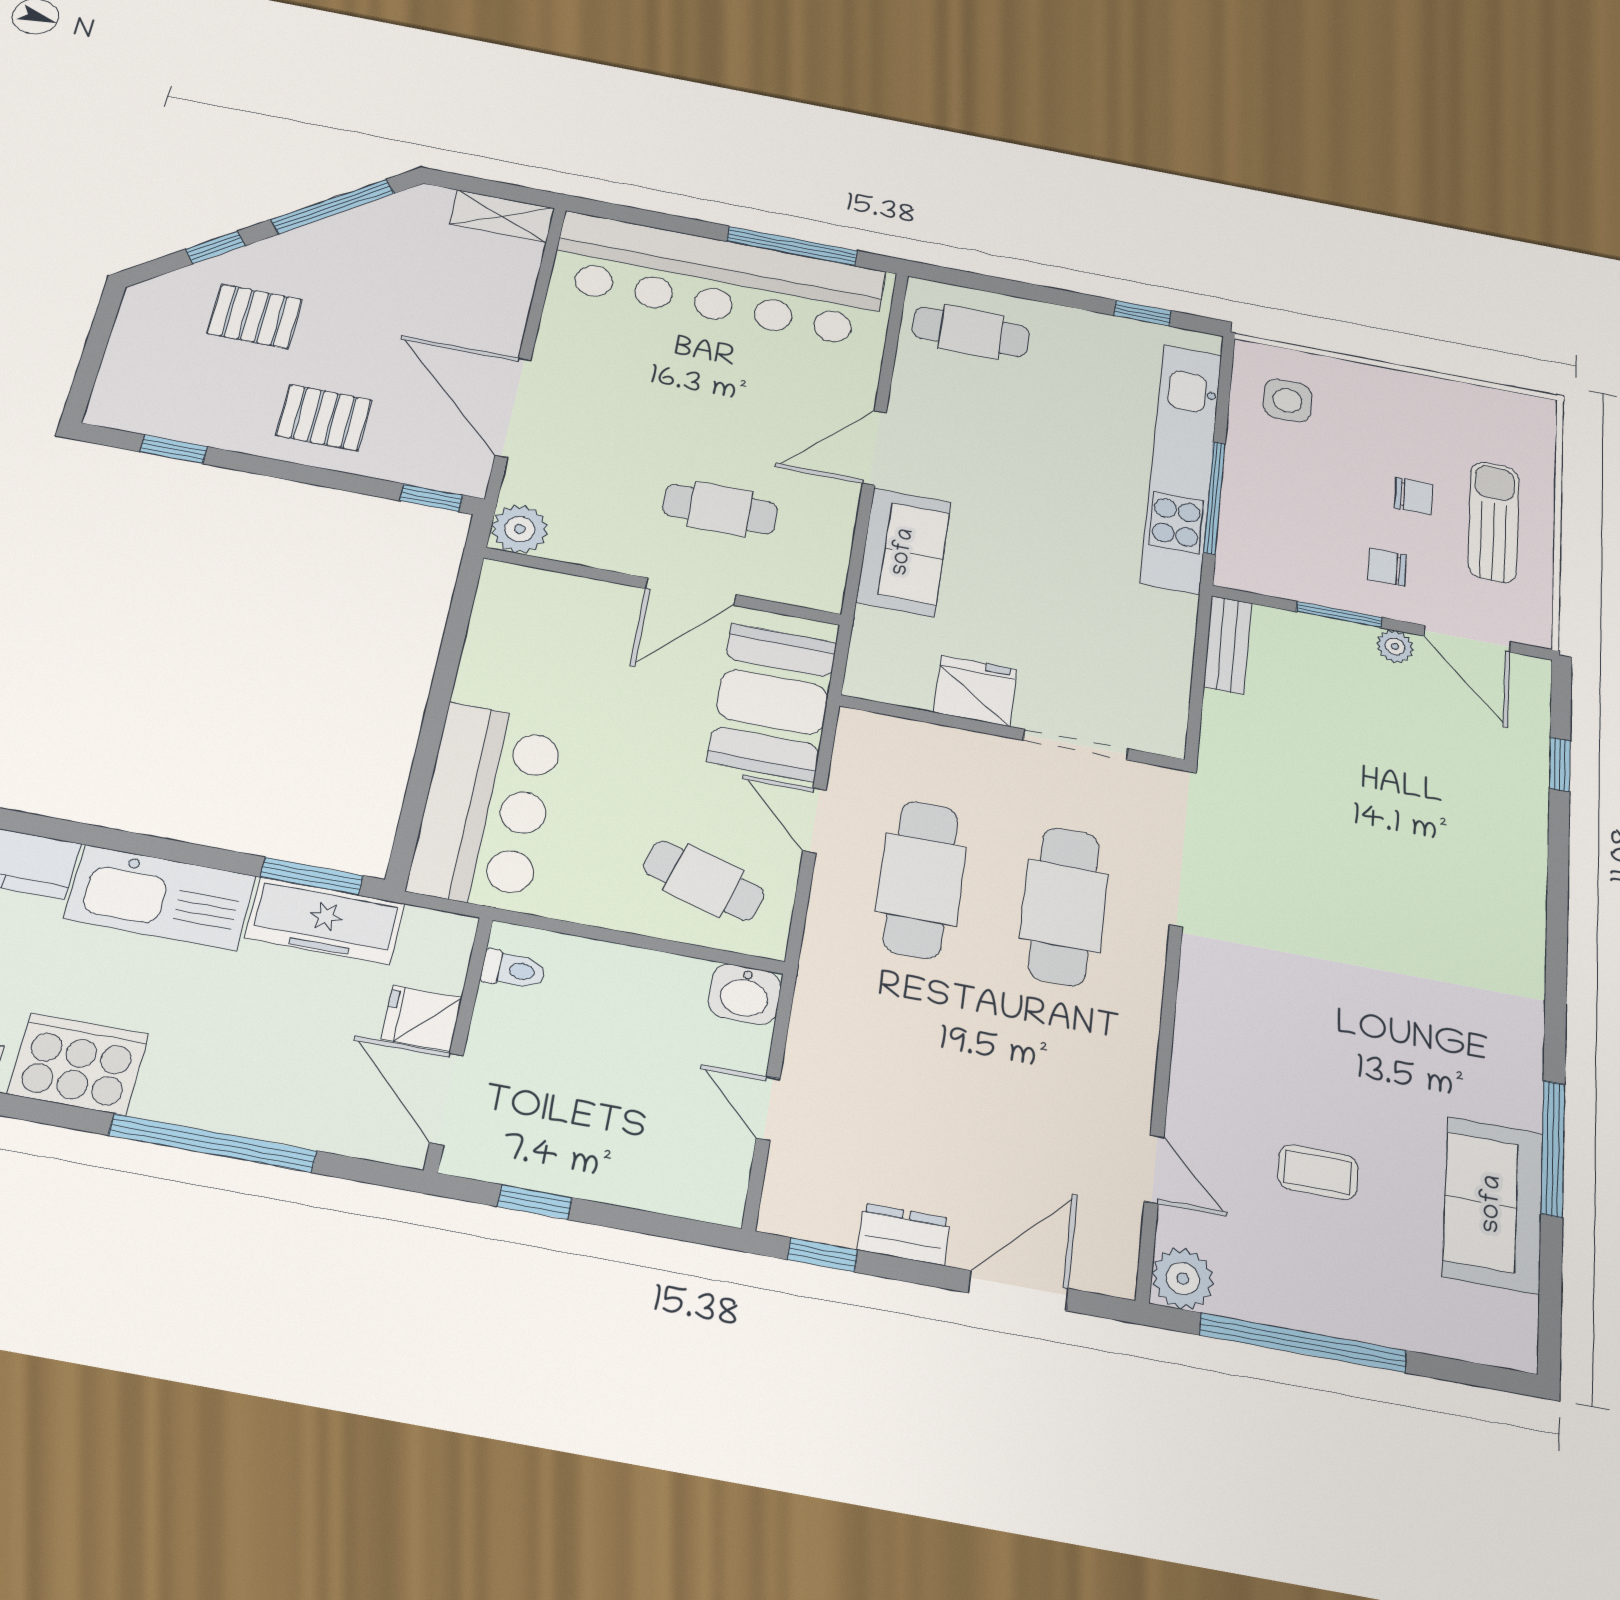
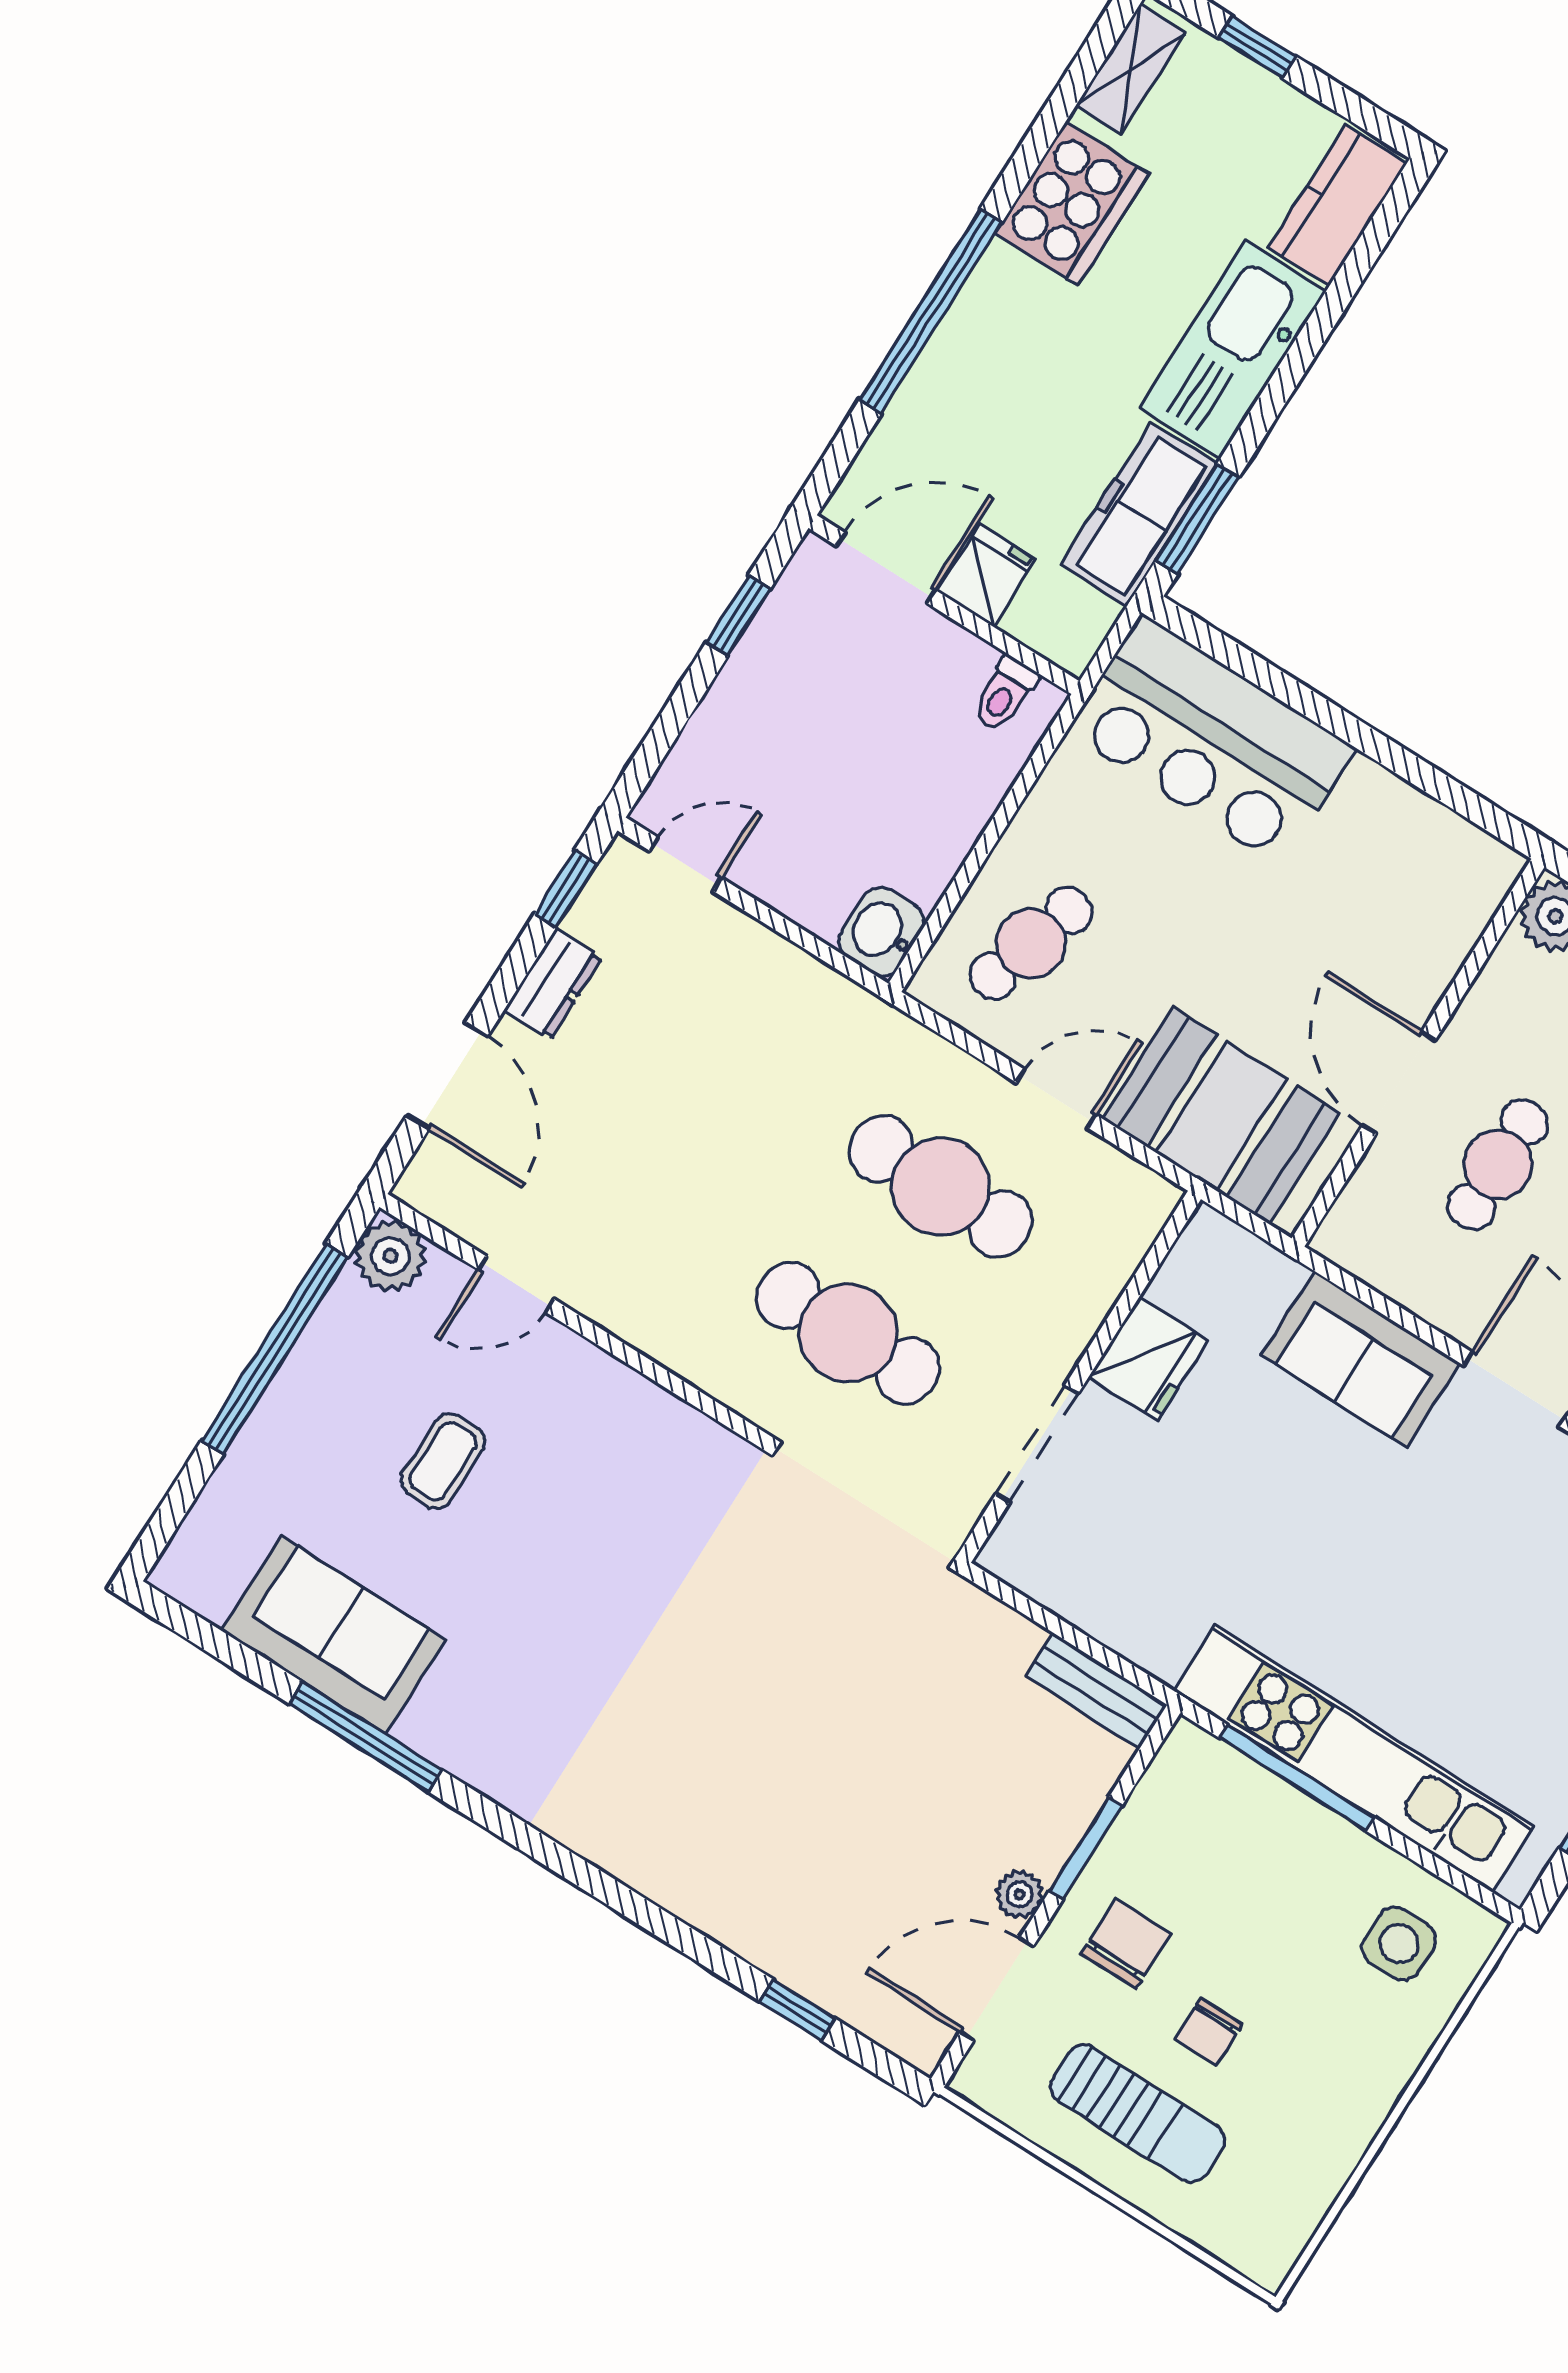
chair: (1387, 567) -> (1126, 1943), width x1.37, depth x1.37
door: (768, 1108) -> (685, 864), moved

